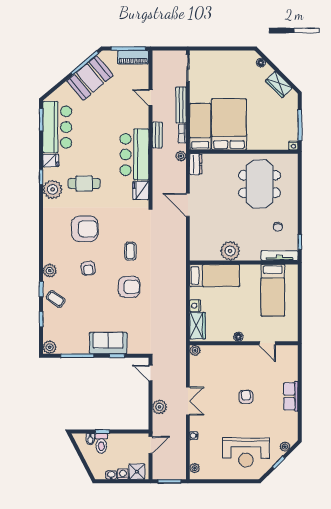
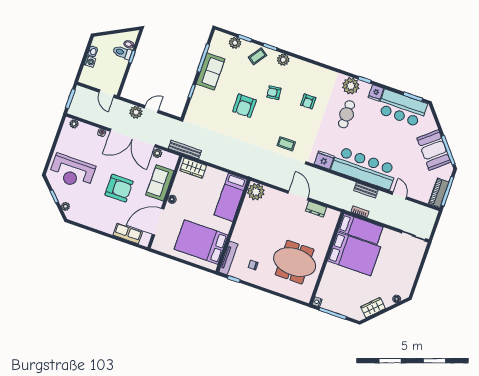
door: (151, 98) -> (399, 196), hinge flipped
bench: (181, 105) -> (185, 150), moved
bar counter: (134, 154) -> (364, 168), width x1.36
plant: (181, 156) -> (341, 204), removed
dresser: (196, 164) -> (316, 209), moved
door: (188, 205) -> (298, 196), hinge flipped
armchair: (85, 229) -> (308, 101), width x0.53, depth x0.53
coffee table: (130, 251) -> (286, 144), moved
plant: (230, 251) -> (256, 192), moved
armchair: (129, 287) -> (244, 106), moved
bed: (273, 290) -> (201, 242), width x1.50
nightstand: (195, 306) -> (211, 172), removed
sofa: (108, 343) -> (211, 71), moved
door: (267, 343) -> (158, 222), width x1.87
plant: (50, 347) -> (235, 43), moved
plant: (195, 350) -> (157, 153), moved
sofa: (225, 356) -> (160, 183), added
door: (151, 373) -> (151, 109), moved
row of seats: (291, 396) -> (128, 234), moved
armchair: (246, 397) -> (119, 188), width x1.88, depth x1.88
double door: (188, 401) -> (133, 138), width x1.87
reception desk: (246, 452) -> (72, 172), turned -90
shower: (137, 472) -> (88, 74), removed

